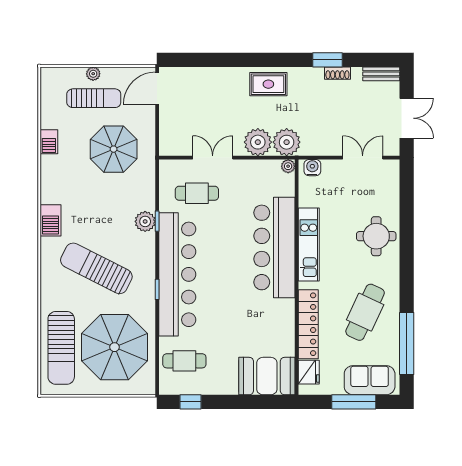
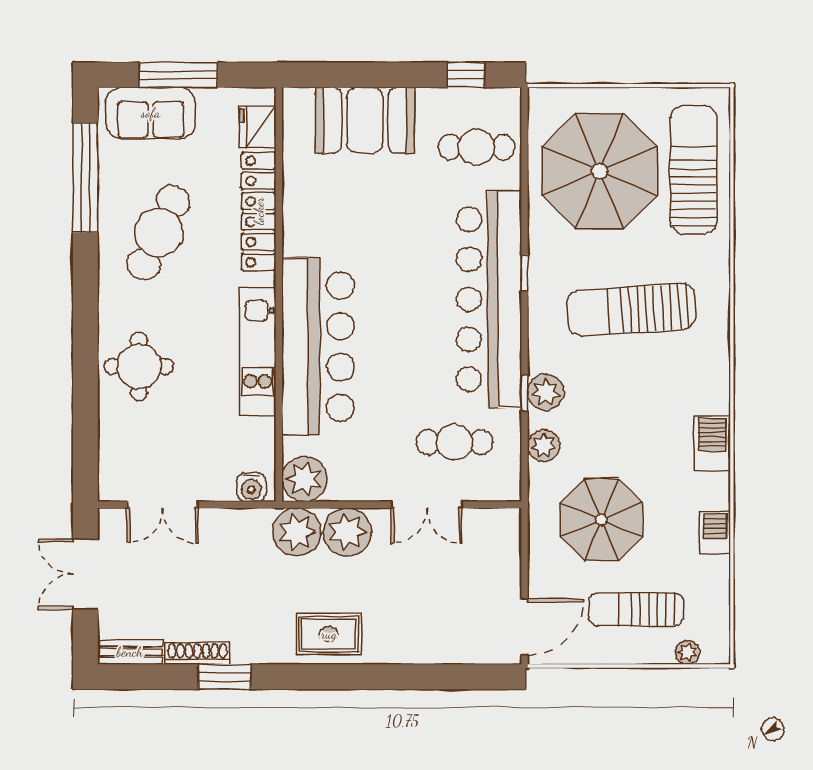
shoe rack: (337, 73) -> (197, 653), width x1.43
plant: (93, 74) -> (687, 652), moved
plant: (288, 166) -> (305, 479), width x1.88, depth x1.88
plant: (146, 191) -> (544, 446), added
barbecue: (50, 220) -> (712, 443), moved
sun lounger: (96, 268) -> (631, 310), turned 149
booth: (267, 376) -> (365, 120), moved

